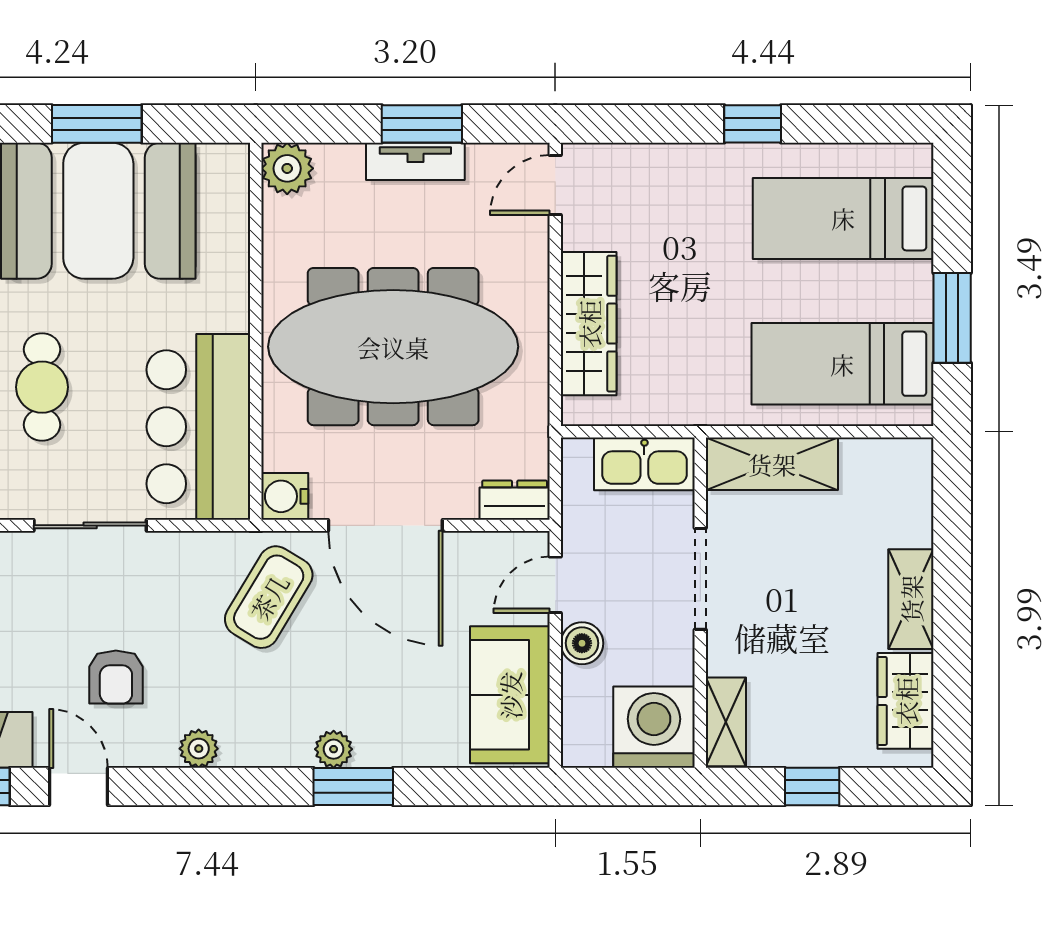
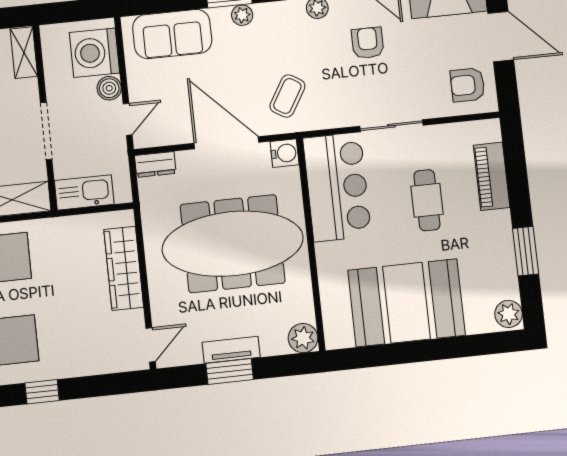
window: (97, 124) -> (413, 352), removed
coffee table: (269, 597) -> (287, 96), width x0.73, depth x0.77
sofa: (510, 695) -> (172, 34), moved, turned 90
washing machine: (654, 727) -> (95, 53), moved, turned 90

